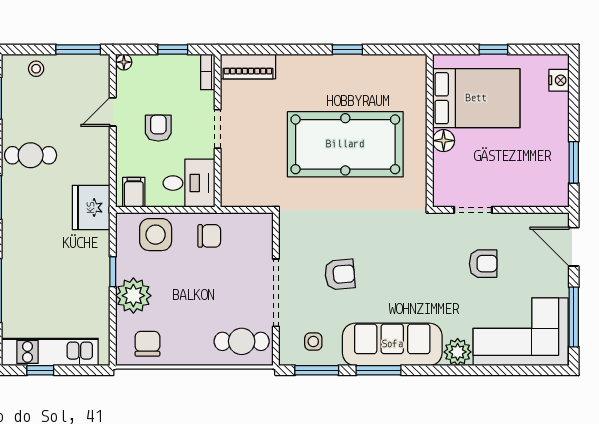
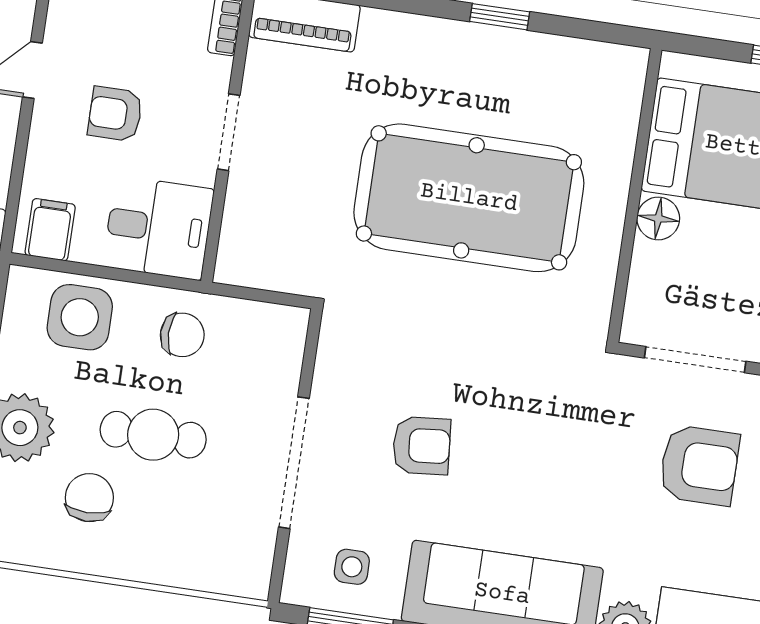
armchair: (158, 128) -> (115, 114), turned -90
doorway: (473, 210) -> (695, 360), width x1.38
armchair: (483, 264) -> (699, 465), width x1.38, depth x1.38
cafe table: (242, 341) -> (153, 435), moved
chair: (147, 344) -> (89, 498), moved

